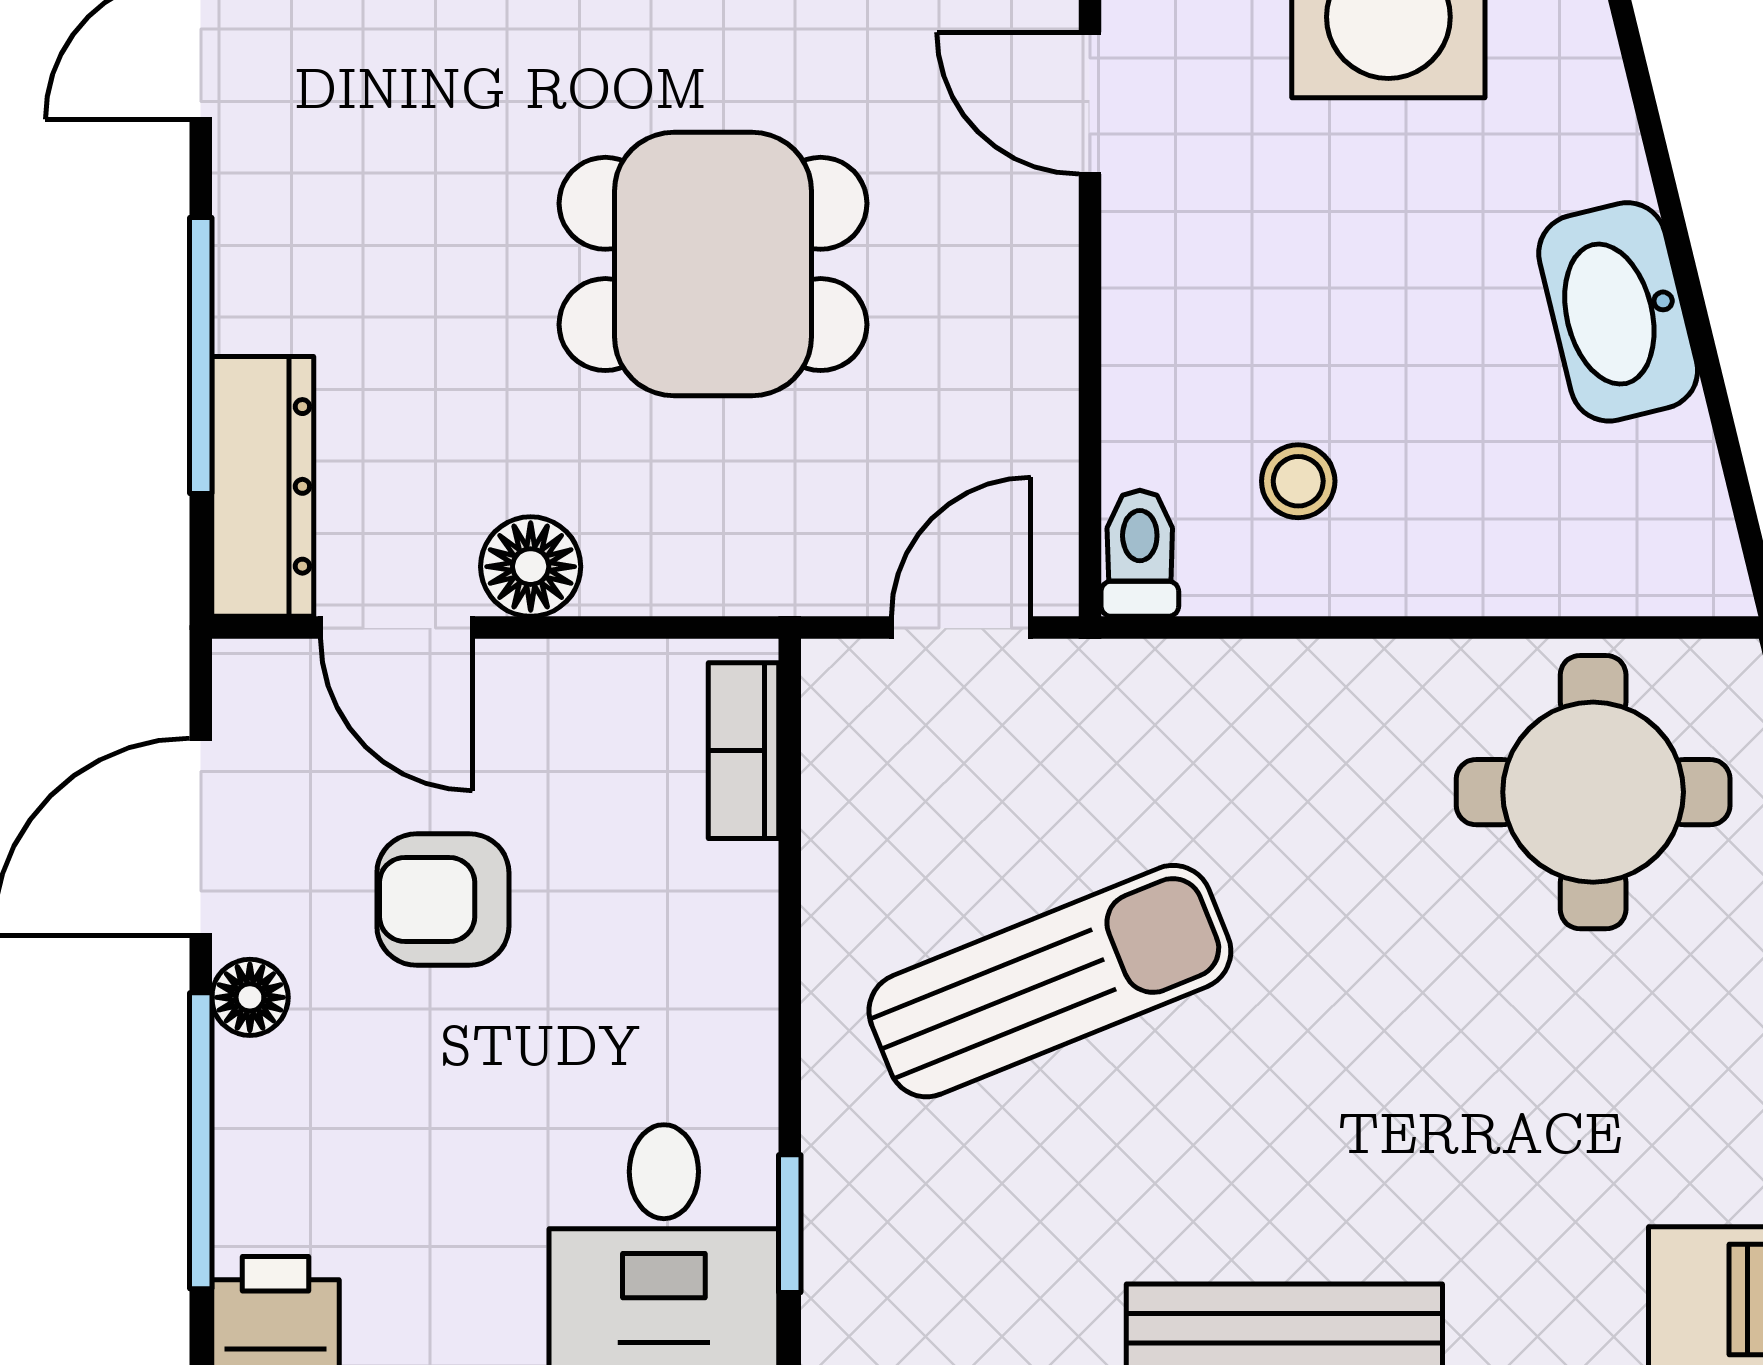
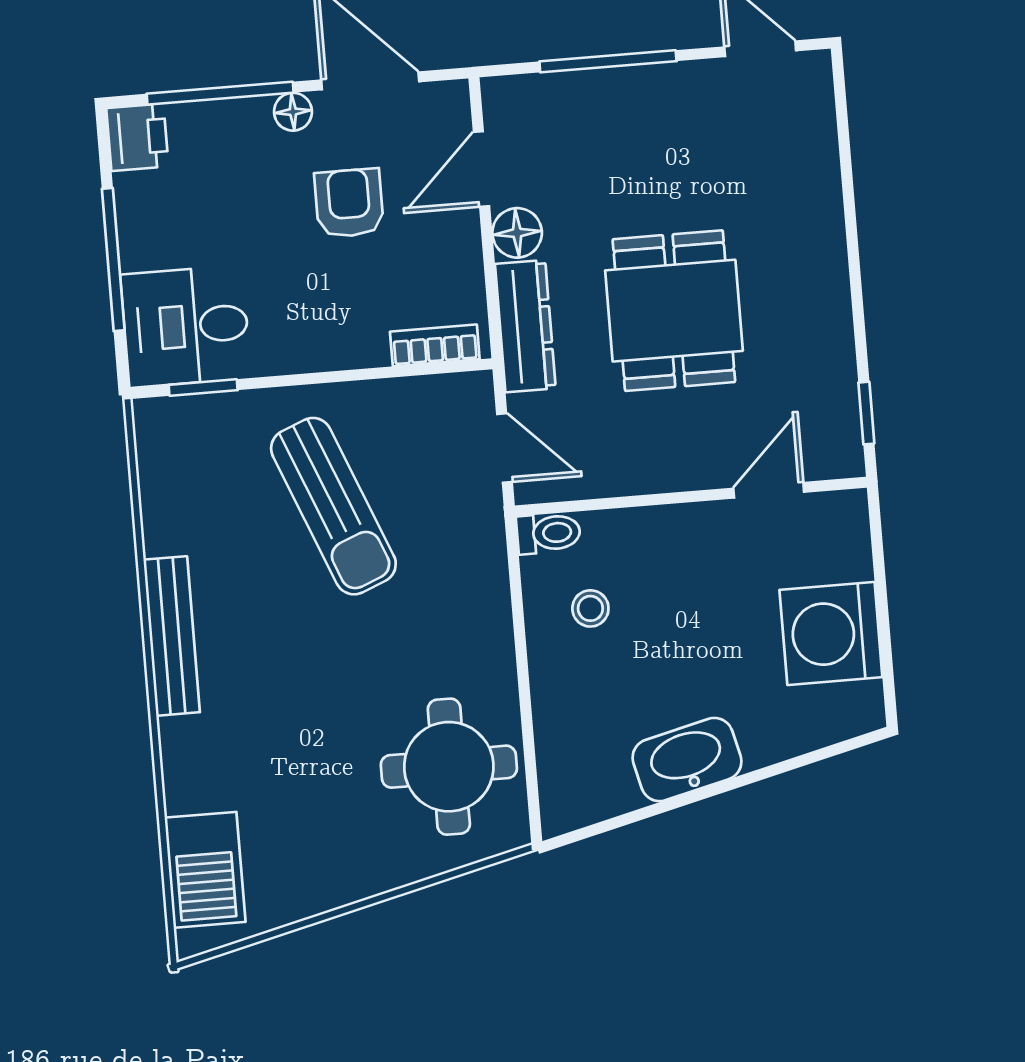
dresser: (263, 486) -> (525, 326), moved, turned -90

